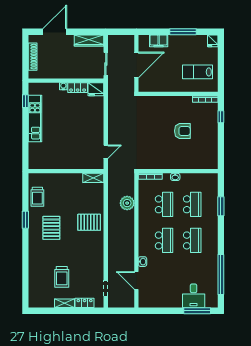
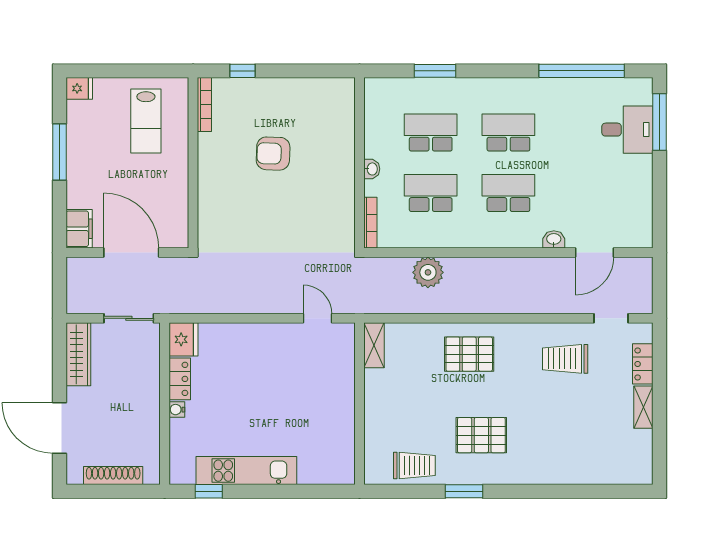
filing cabinet: (159, 41) -> (79, 229), moved
armchair: (182, 131) -> (273, 154), turned -88
pallet: (89, 222) -> (469, 354), turned 90
trolley: (62, 277) -> (565, 359), moved, turned 180

